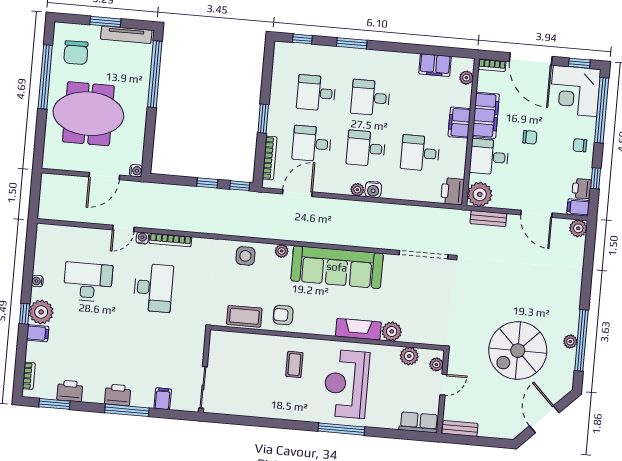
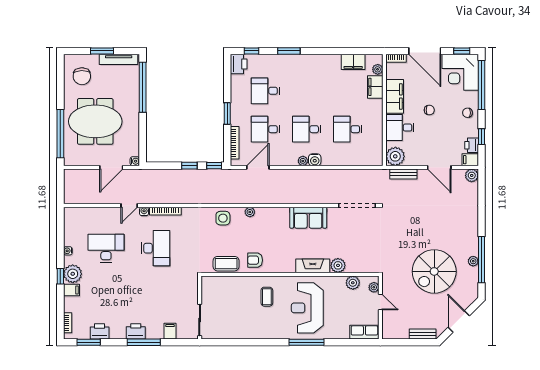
window: (45, 77) -> (60, 134), moved
desk: (370, 98) -> (307, 91), removed
filing cabinet: (459, 123) -> (375, 87), moved
printer: (452, 191) -> (239, 64), moved, turned 180
sofa: (337, 267) -> (308, 218), width x0.54, depth x0.79
door: (443, 385) -> (380, 302), hinge flipped
bench: (460, 428) -> (423, 334), moved

